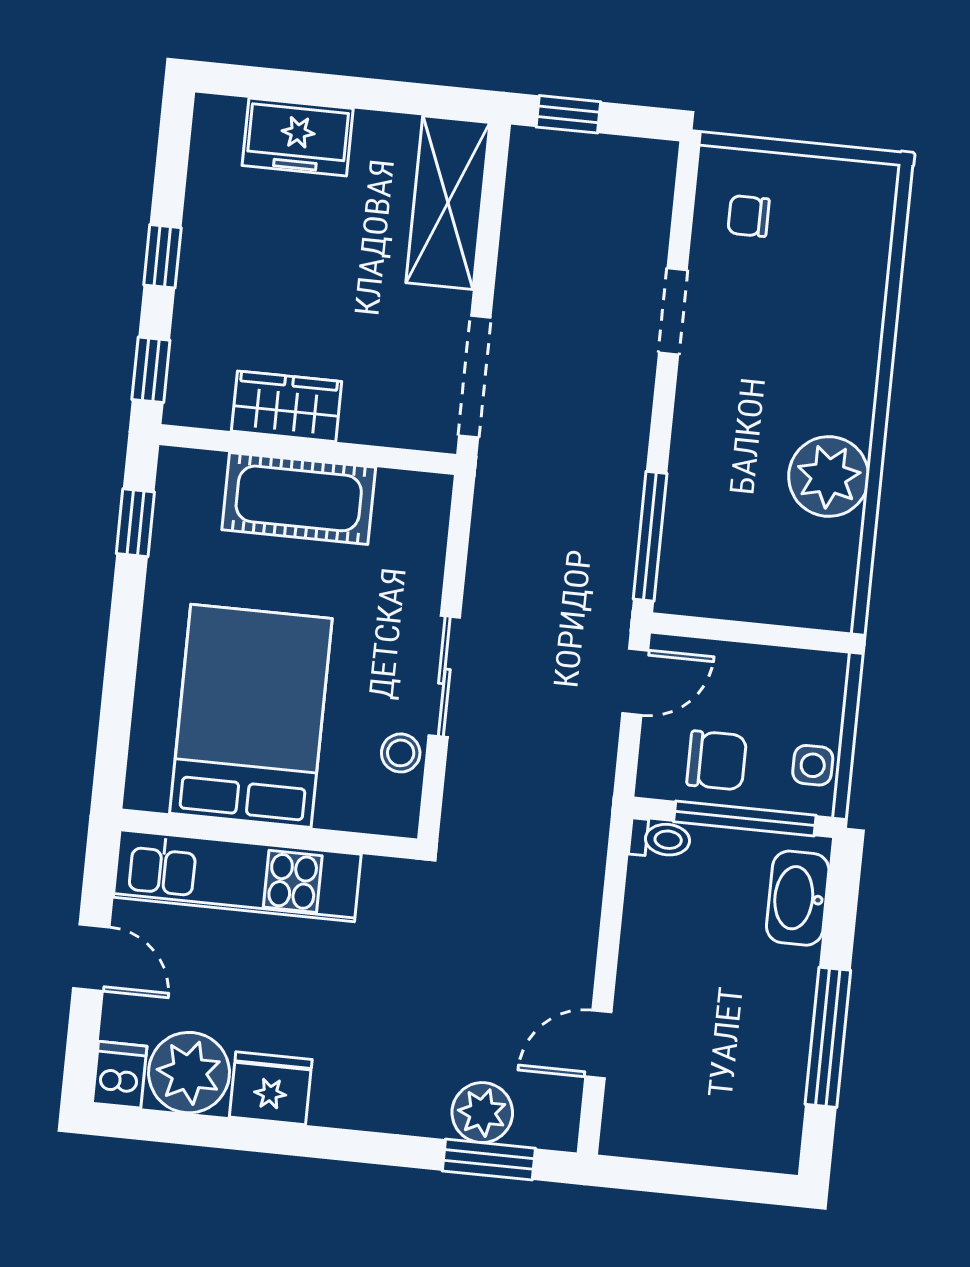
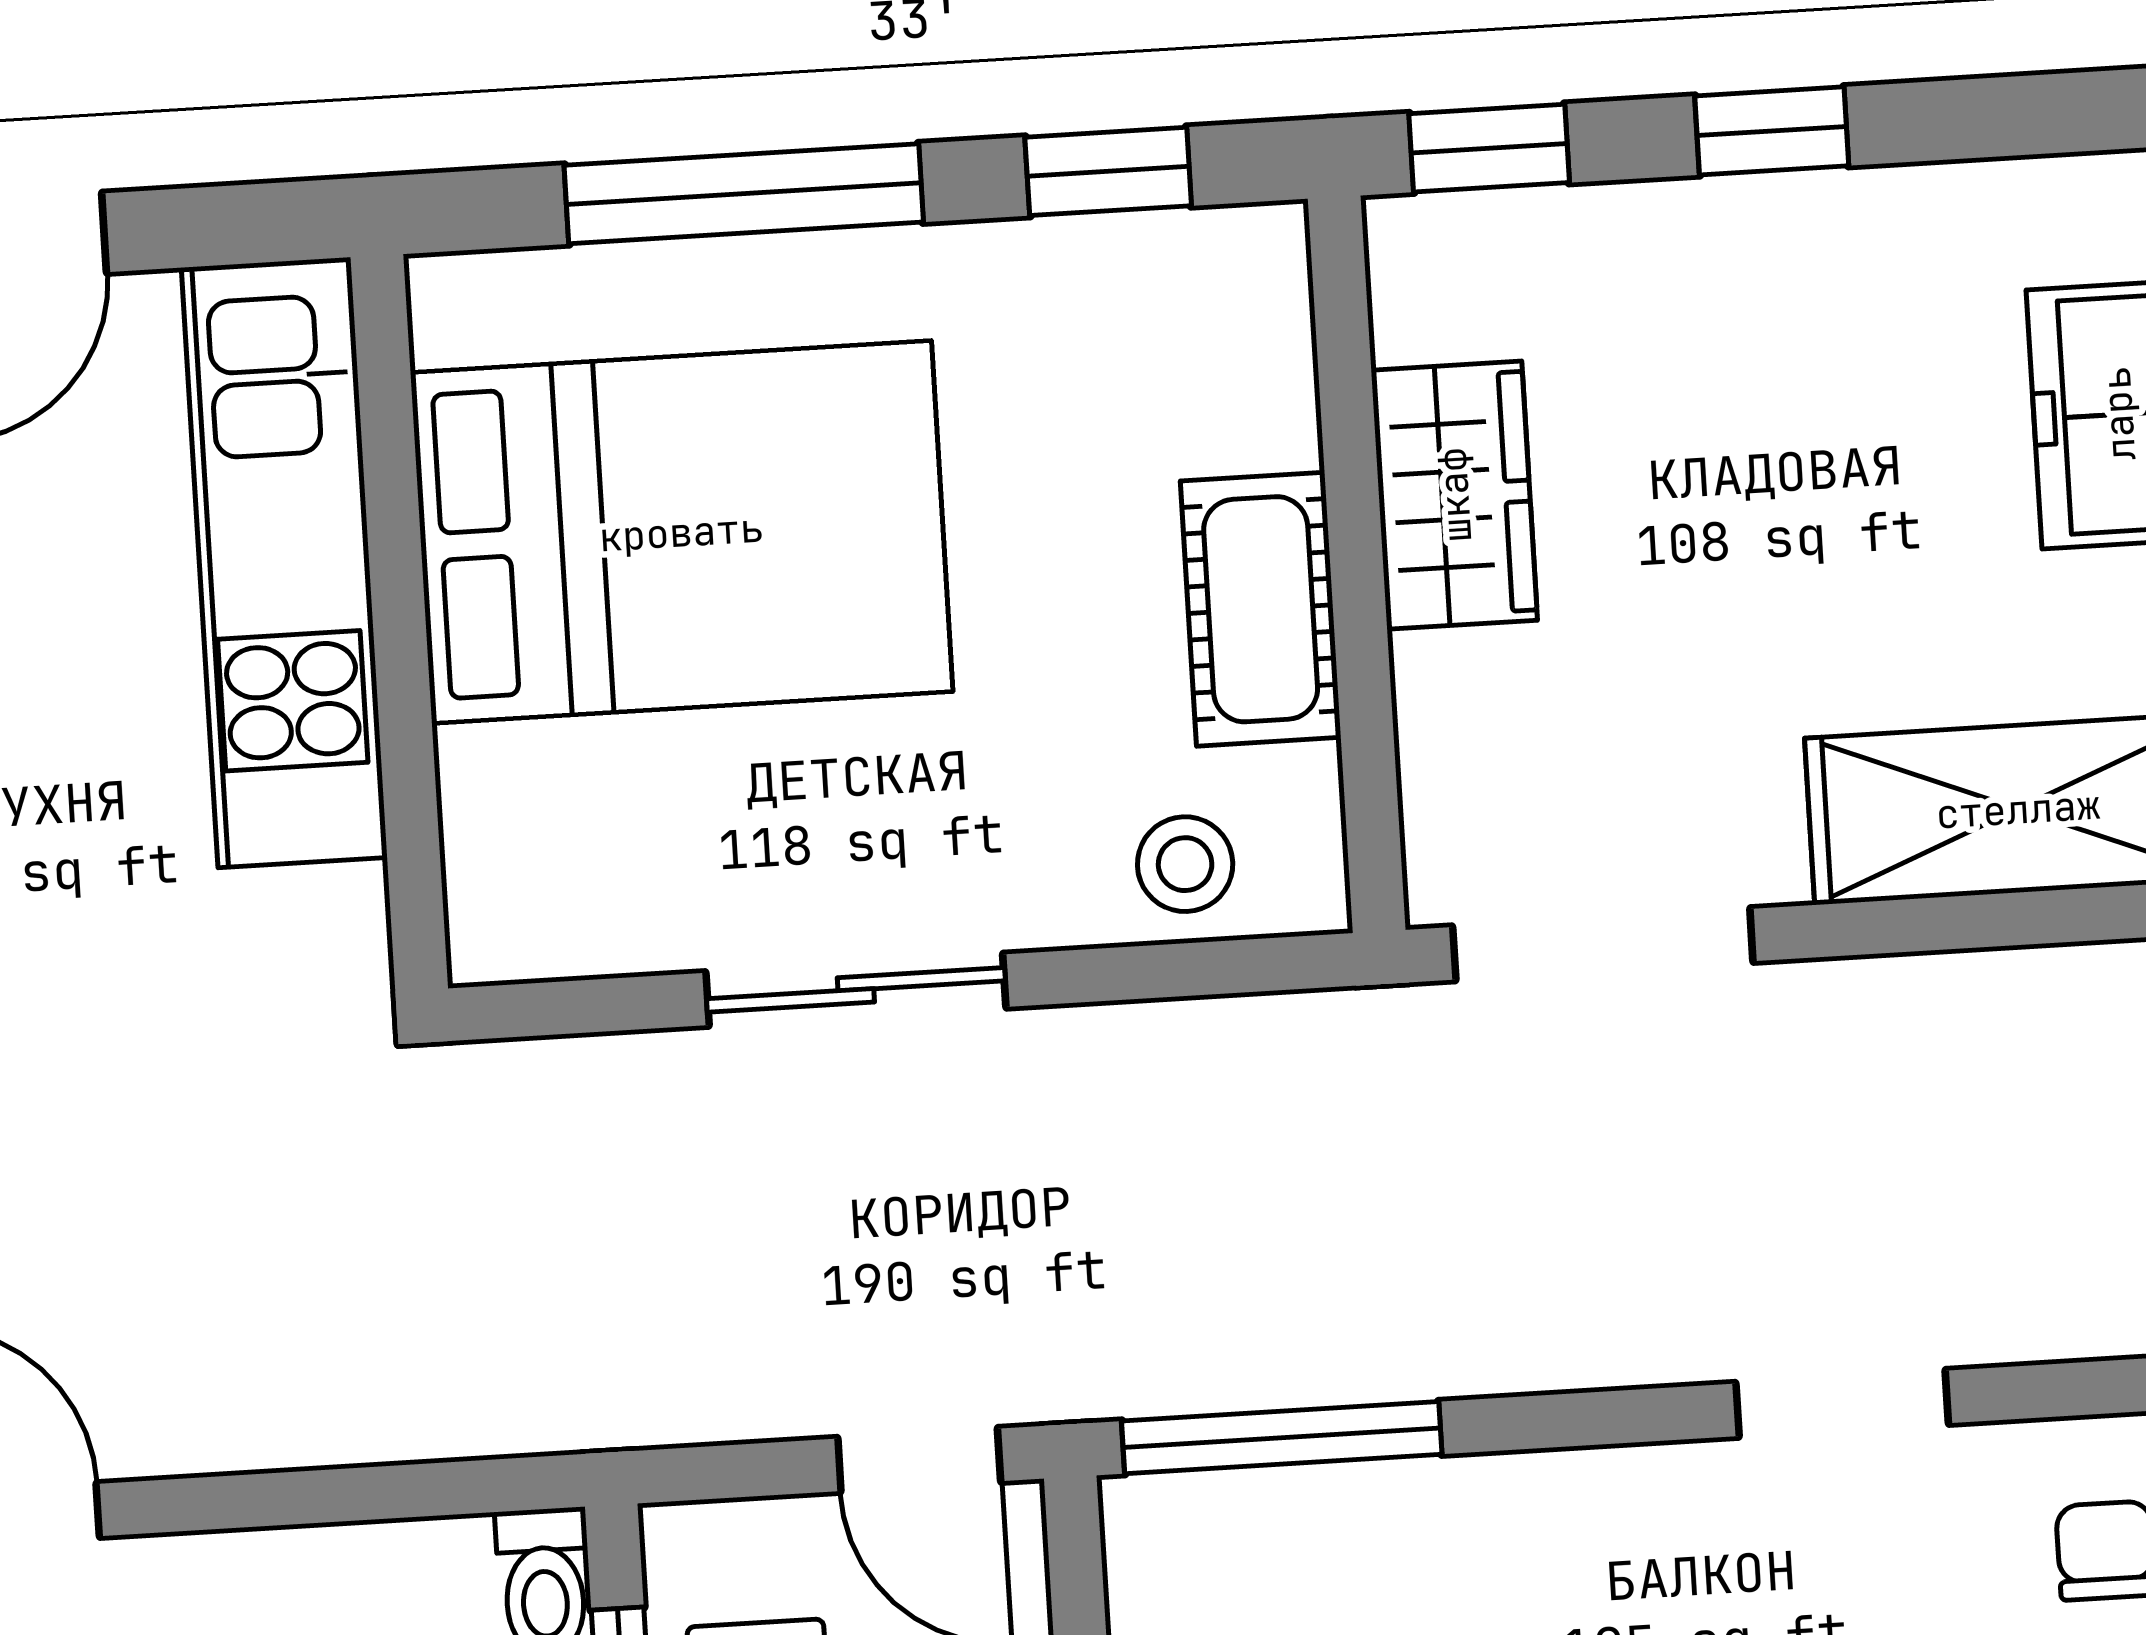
cot: (299, 498) -> (1261, 609), width x0.73, depth x0.75
window: (121, 669) -> (744, 194), added
stool: (401, 753) -> (1185, 864), moved

